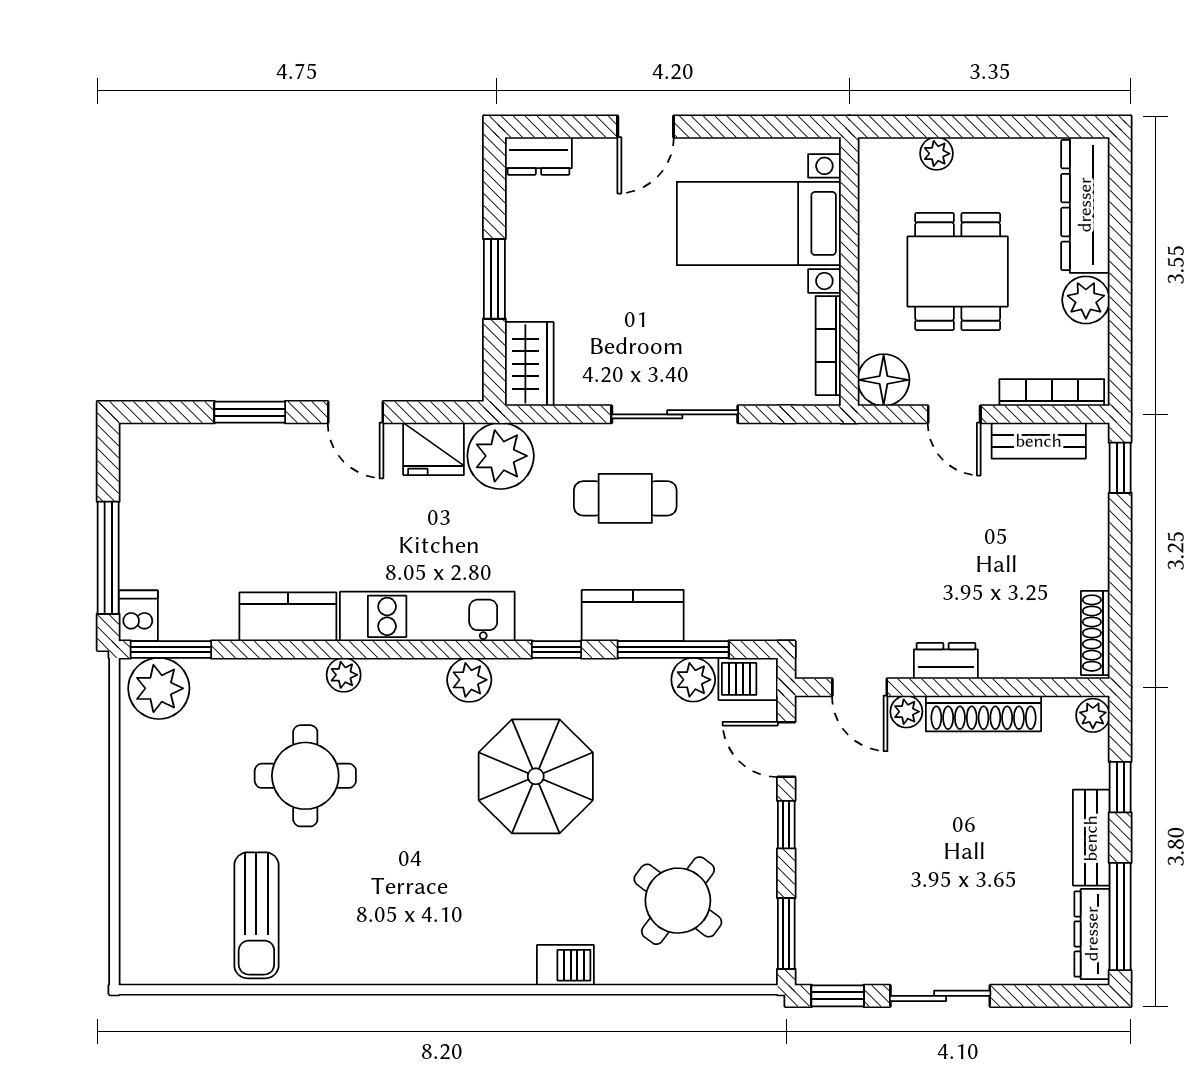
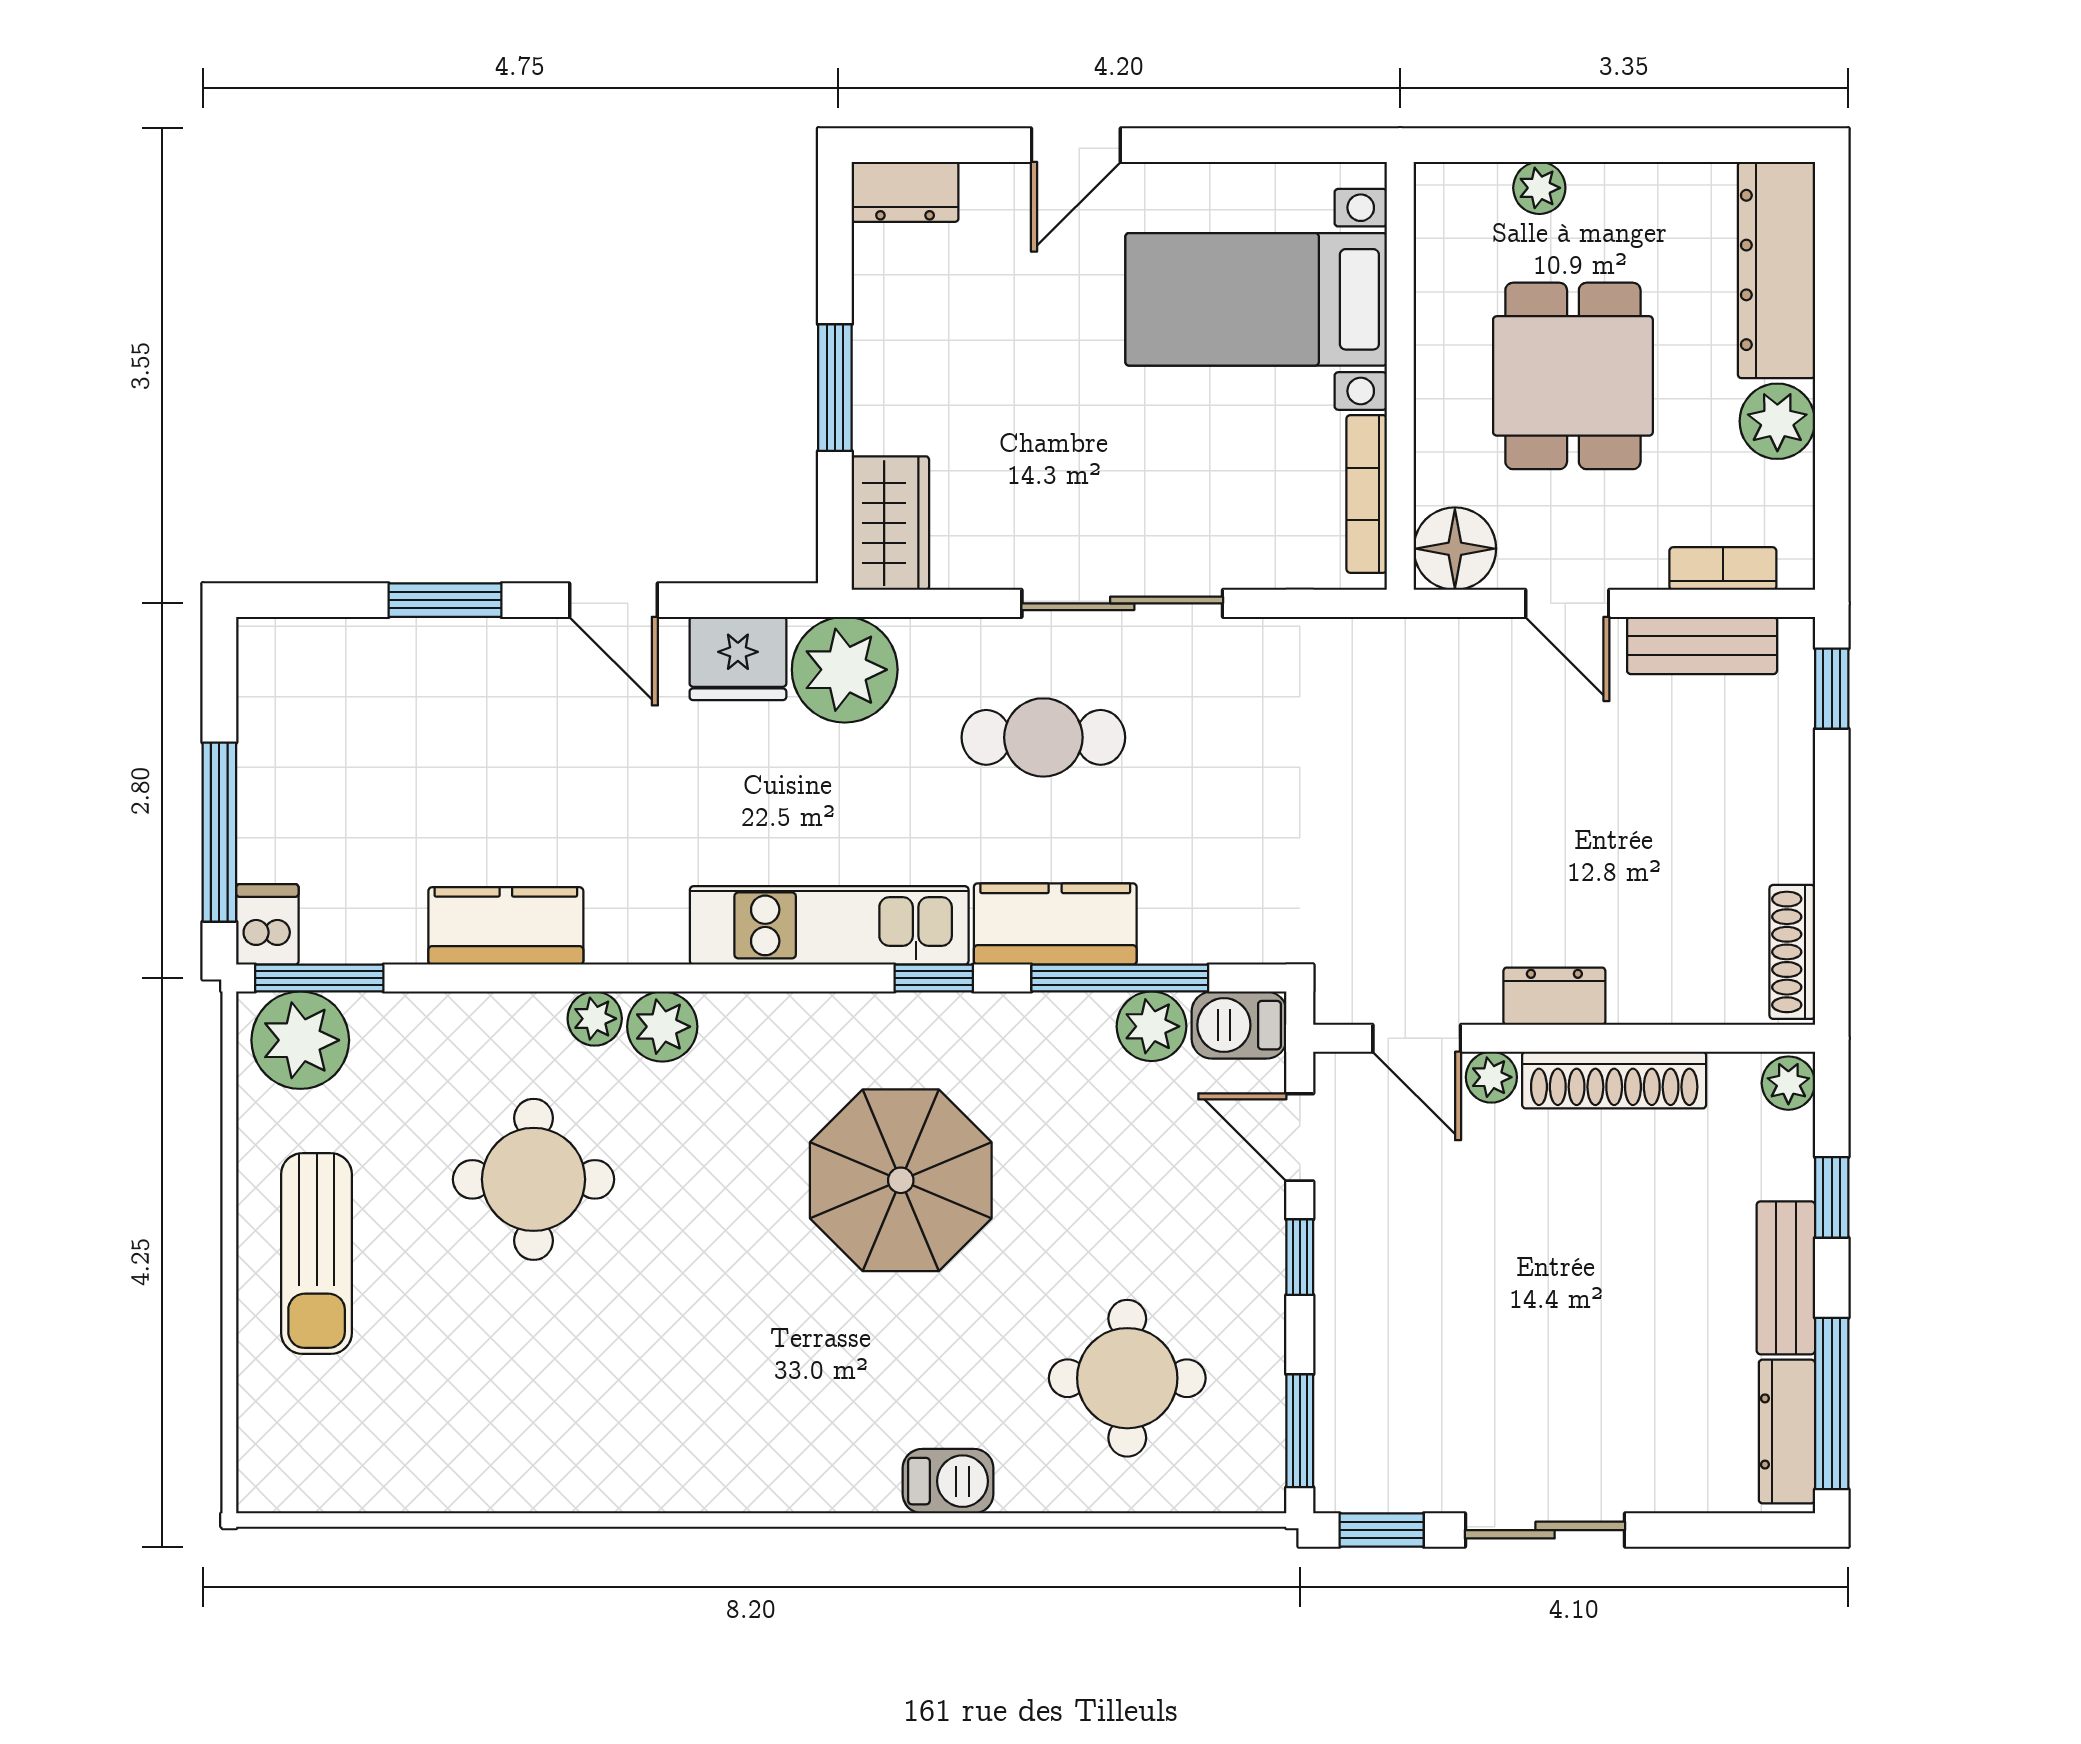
bookcase: (1052, 392) -> (1723, 569), width x0.64
kitchen unit: (427, 616) -> (829, 925), moved
plant: (469, 680) -> (662, 1027), moved
round table: (678, 901) -> (1127, 1378), turned -37
sun lounger: (256, 915) -> (317, 1254), moved

